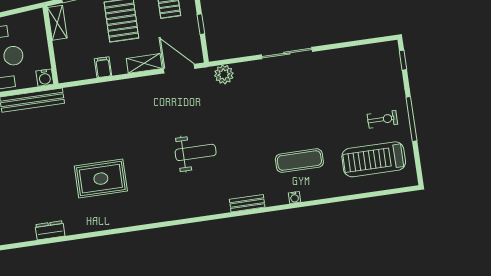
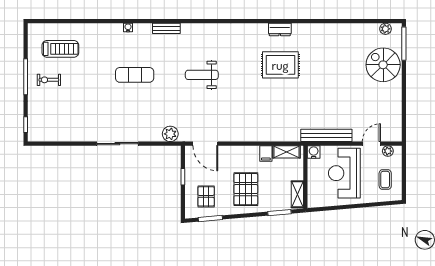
shelving: (144, 63) -> (287, 152), moved
treadmill: (374, 159) -> (60, 49), width x0.73, depth x0.73
exercise mat: (299, 161) -> (135, 75), moved
dresser: (50, 230) -> (280, 29), moved

